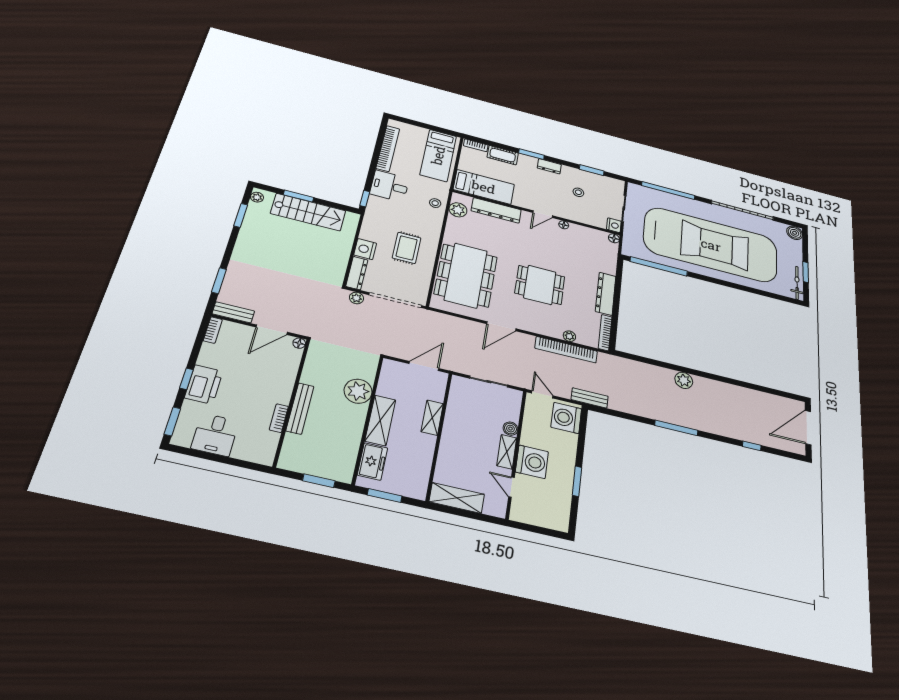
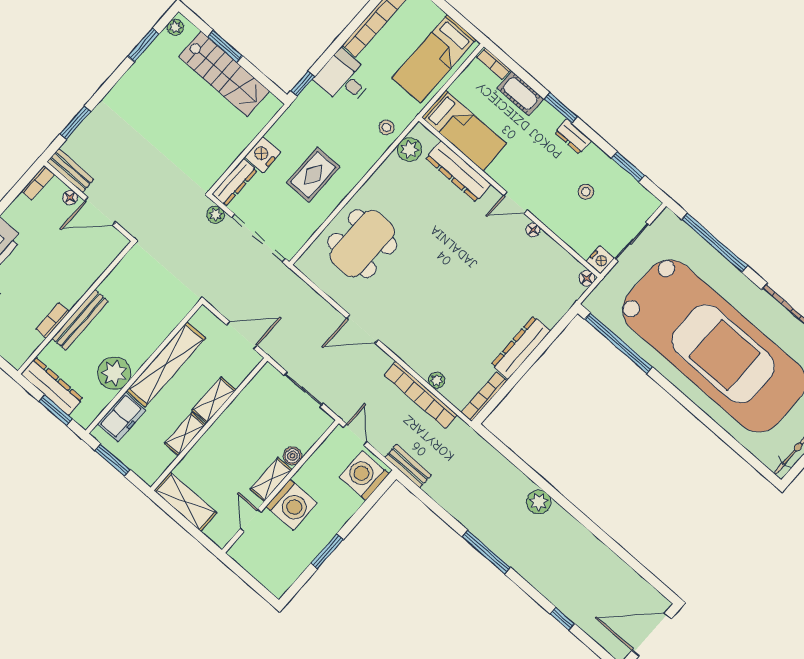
dining table: (466, 275) -> (362, 244), width x0.73, depth x0.80
dining table: (540, 285) -> (445, 298), removed
floor lamp: (299, 343) -> (70, 198), moved
plant: (358, 391) -> (114, 373), moved
shelving: (380, 420) -> (166, 364), width x1.47
shelving: (427, 451) -> (185, 434), added
dresser: (306, 465) -> (52, 386), added

